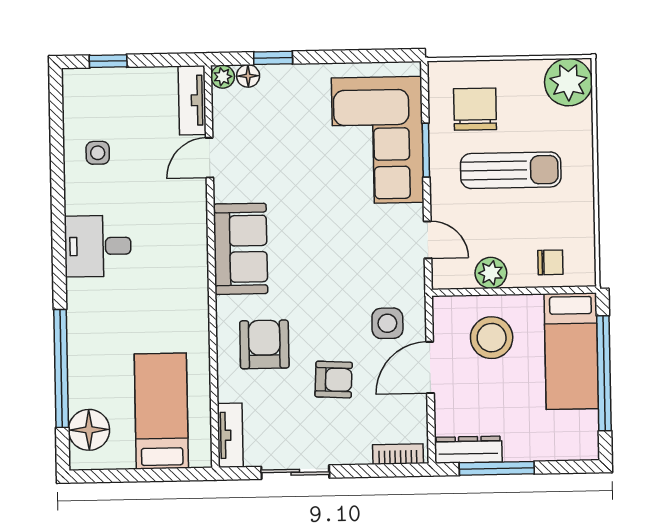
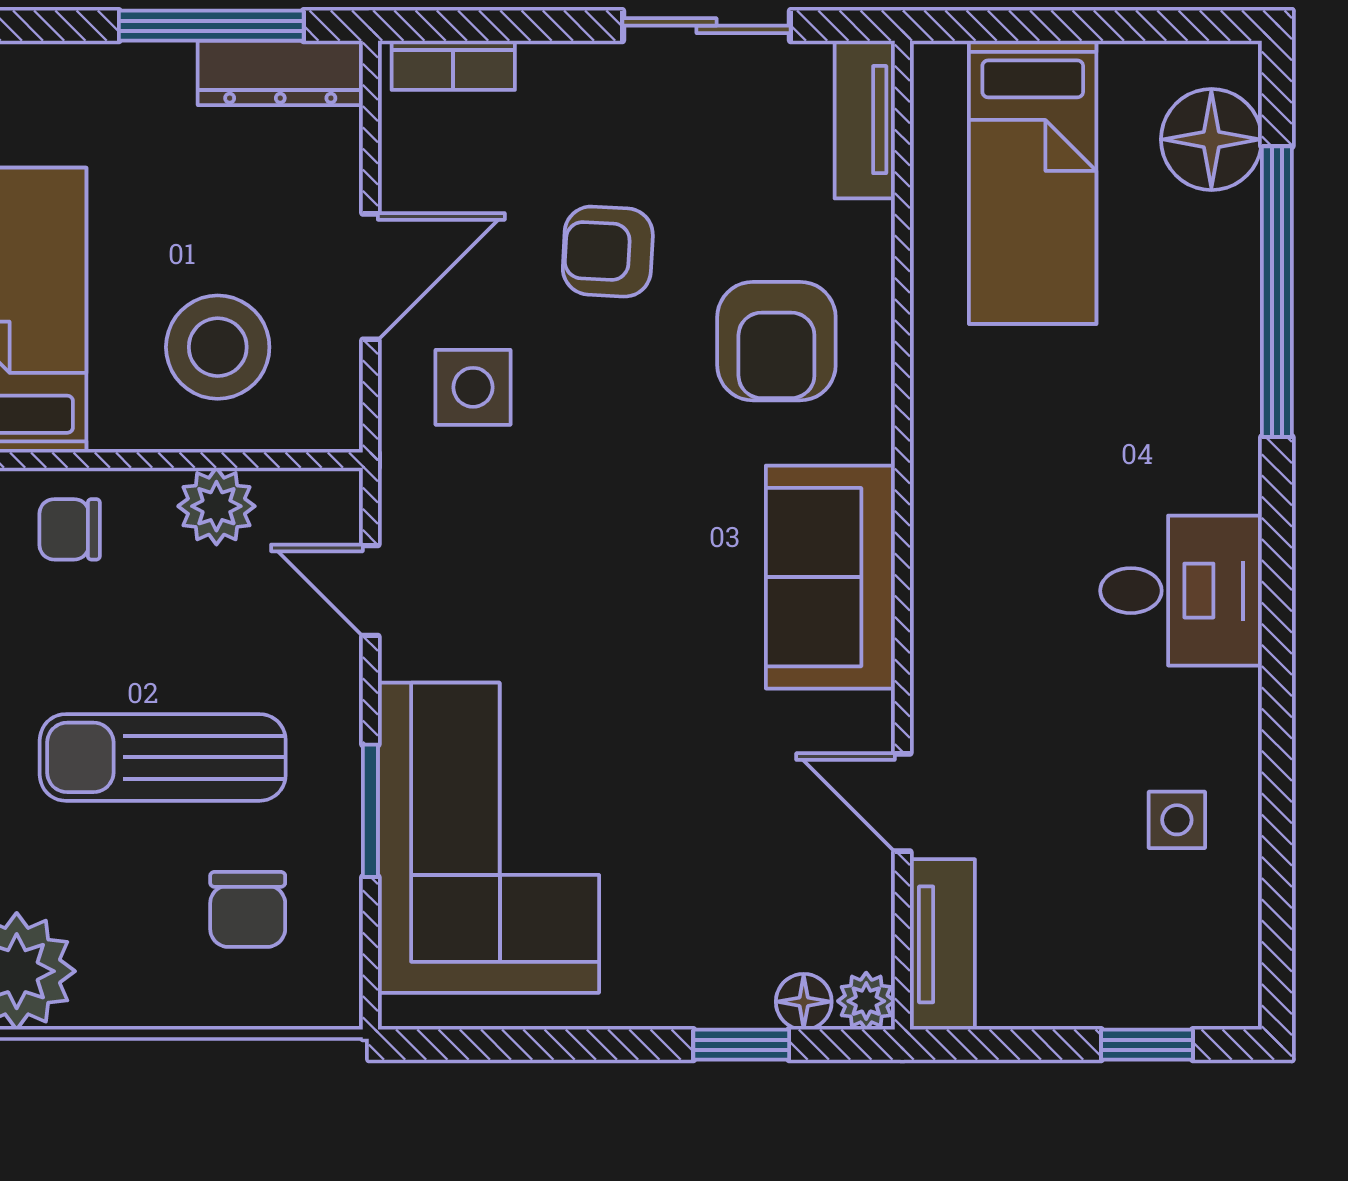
chair: (475, 109) -> (248, 909), width x0.73, depth x0.73
door: (210, 158) -> (902, 802), swing flipped

